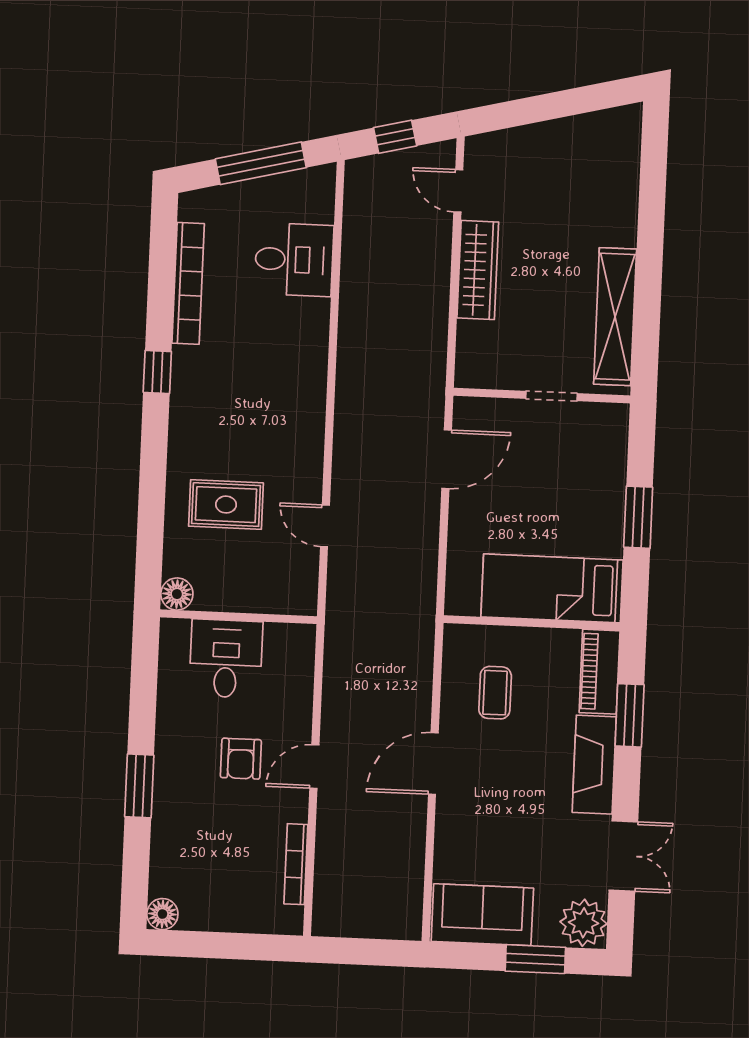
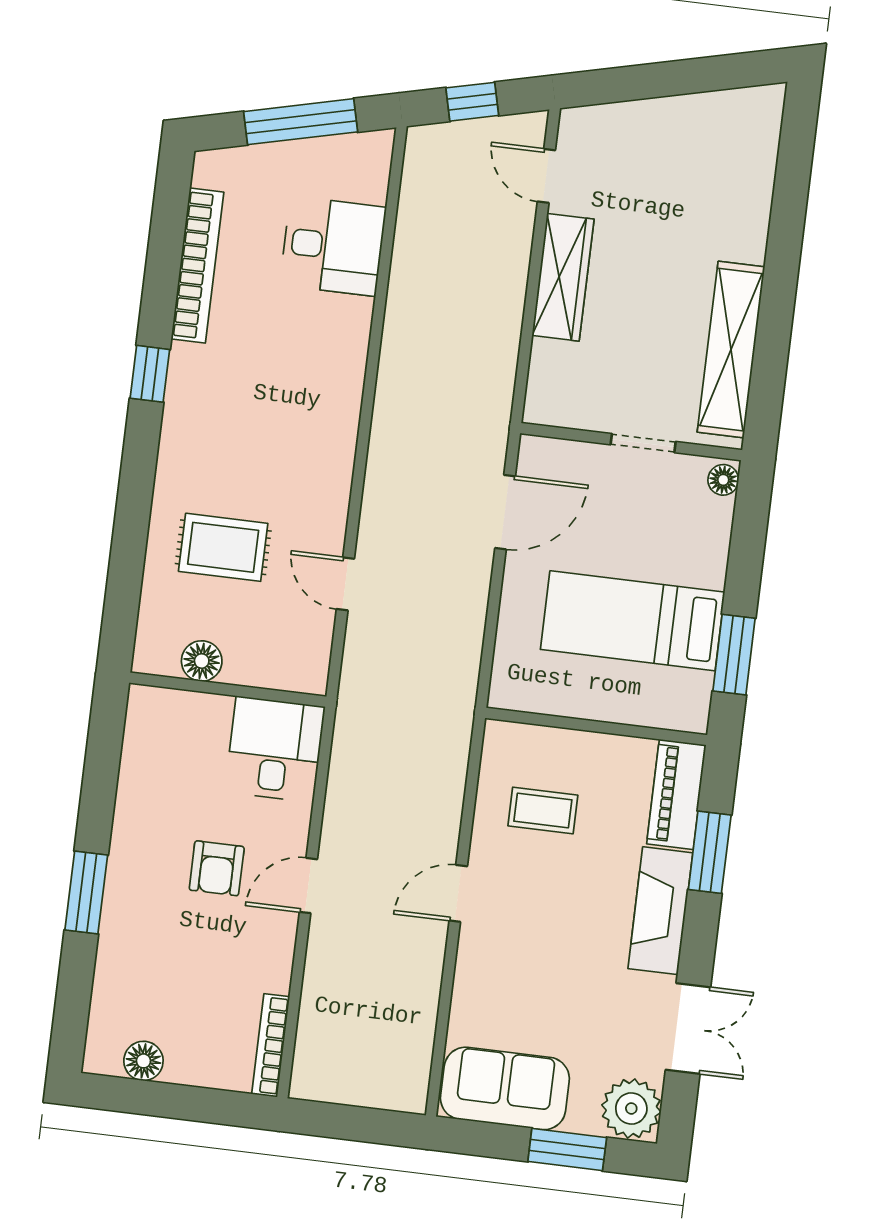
floor lamp: (617, 420) -> (723, 480), added
window: (638, 517) -> (734, 655), moved
bed: (552, 588) -> (633, 621), moved
floor lamp: (177, 594) -> (202, 661), moved
desk: (226, 659) -> (275, 749), moved
coffee table: (495, 693) -> (543, 810), turned 90
door: (433, 763) -> (458, 893), width x0.73
bookcase: (296, 864) -> (271, 1045), moved
floor lamp: (162, 914) -> (143, 1061), moved

